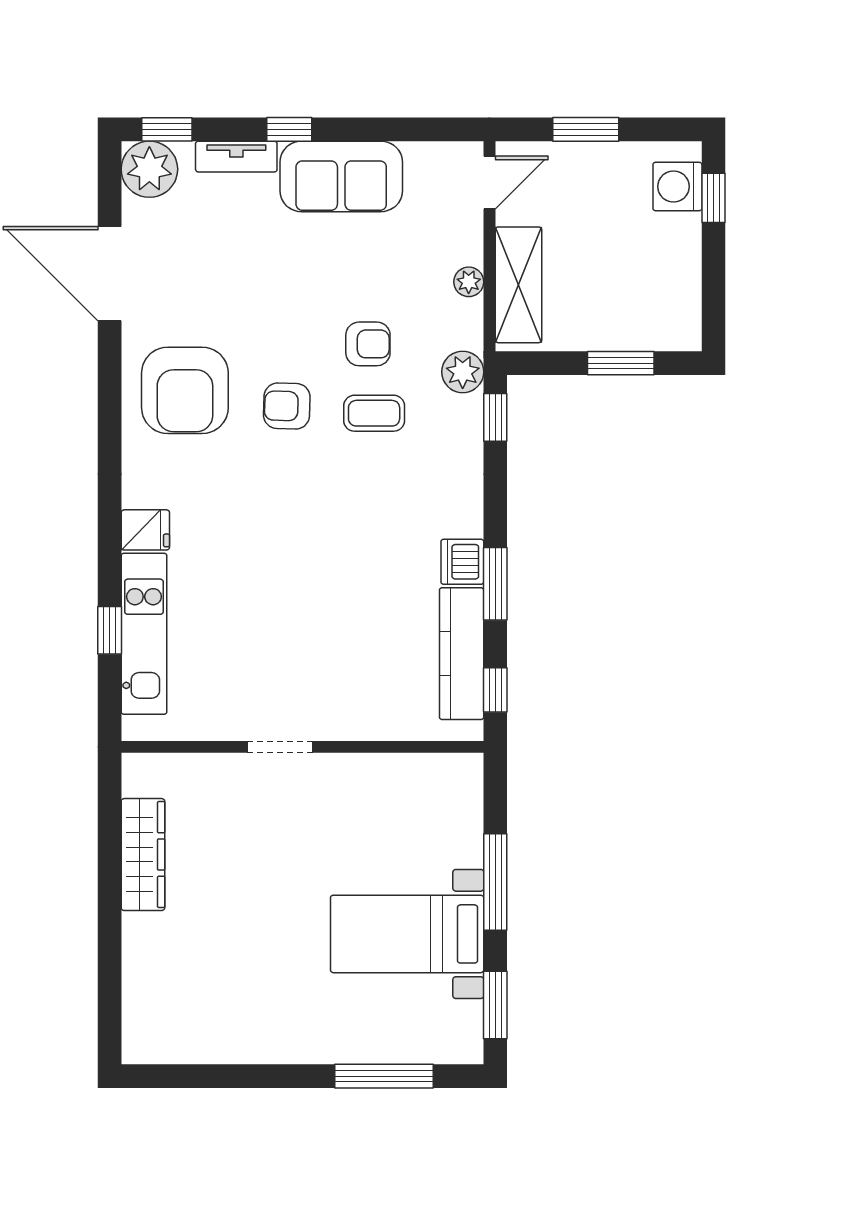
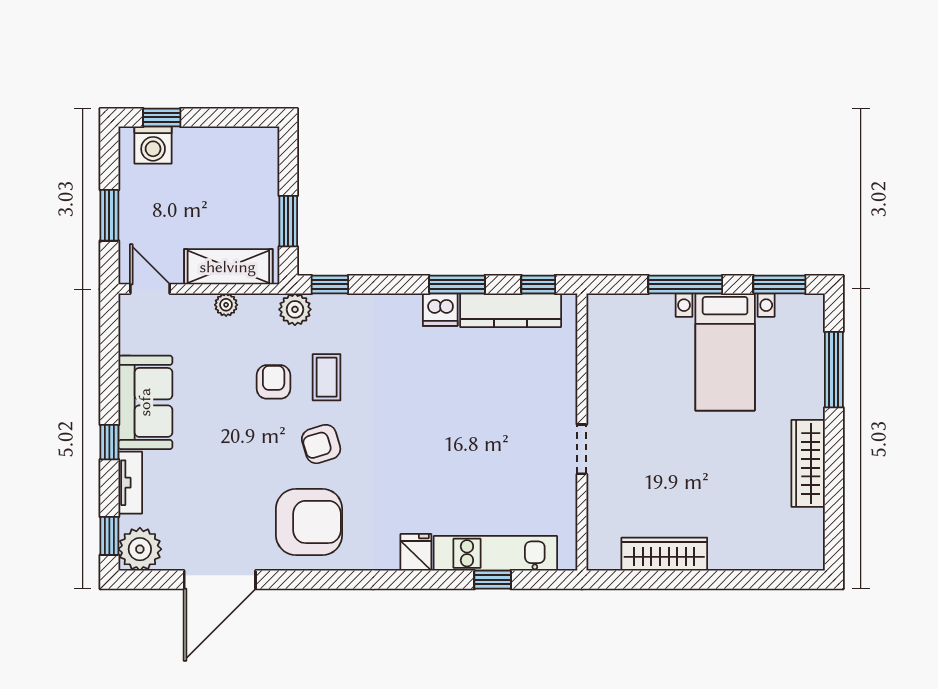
window: (621, 363) -> (288, 221), moved
armchair: (287, 406) -> (321, 444), turned 71
wardrobe: (261, 1043) -> (808, 463), added

